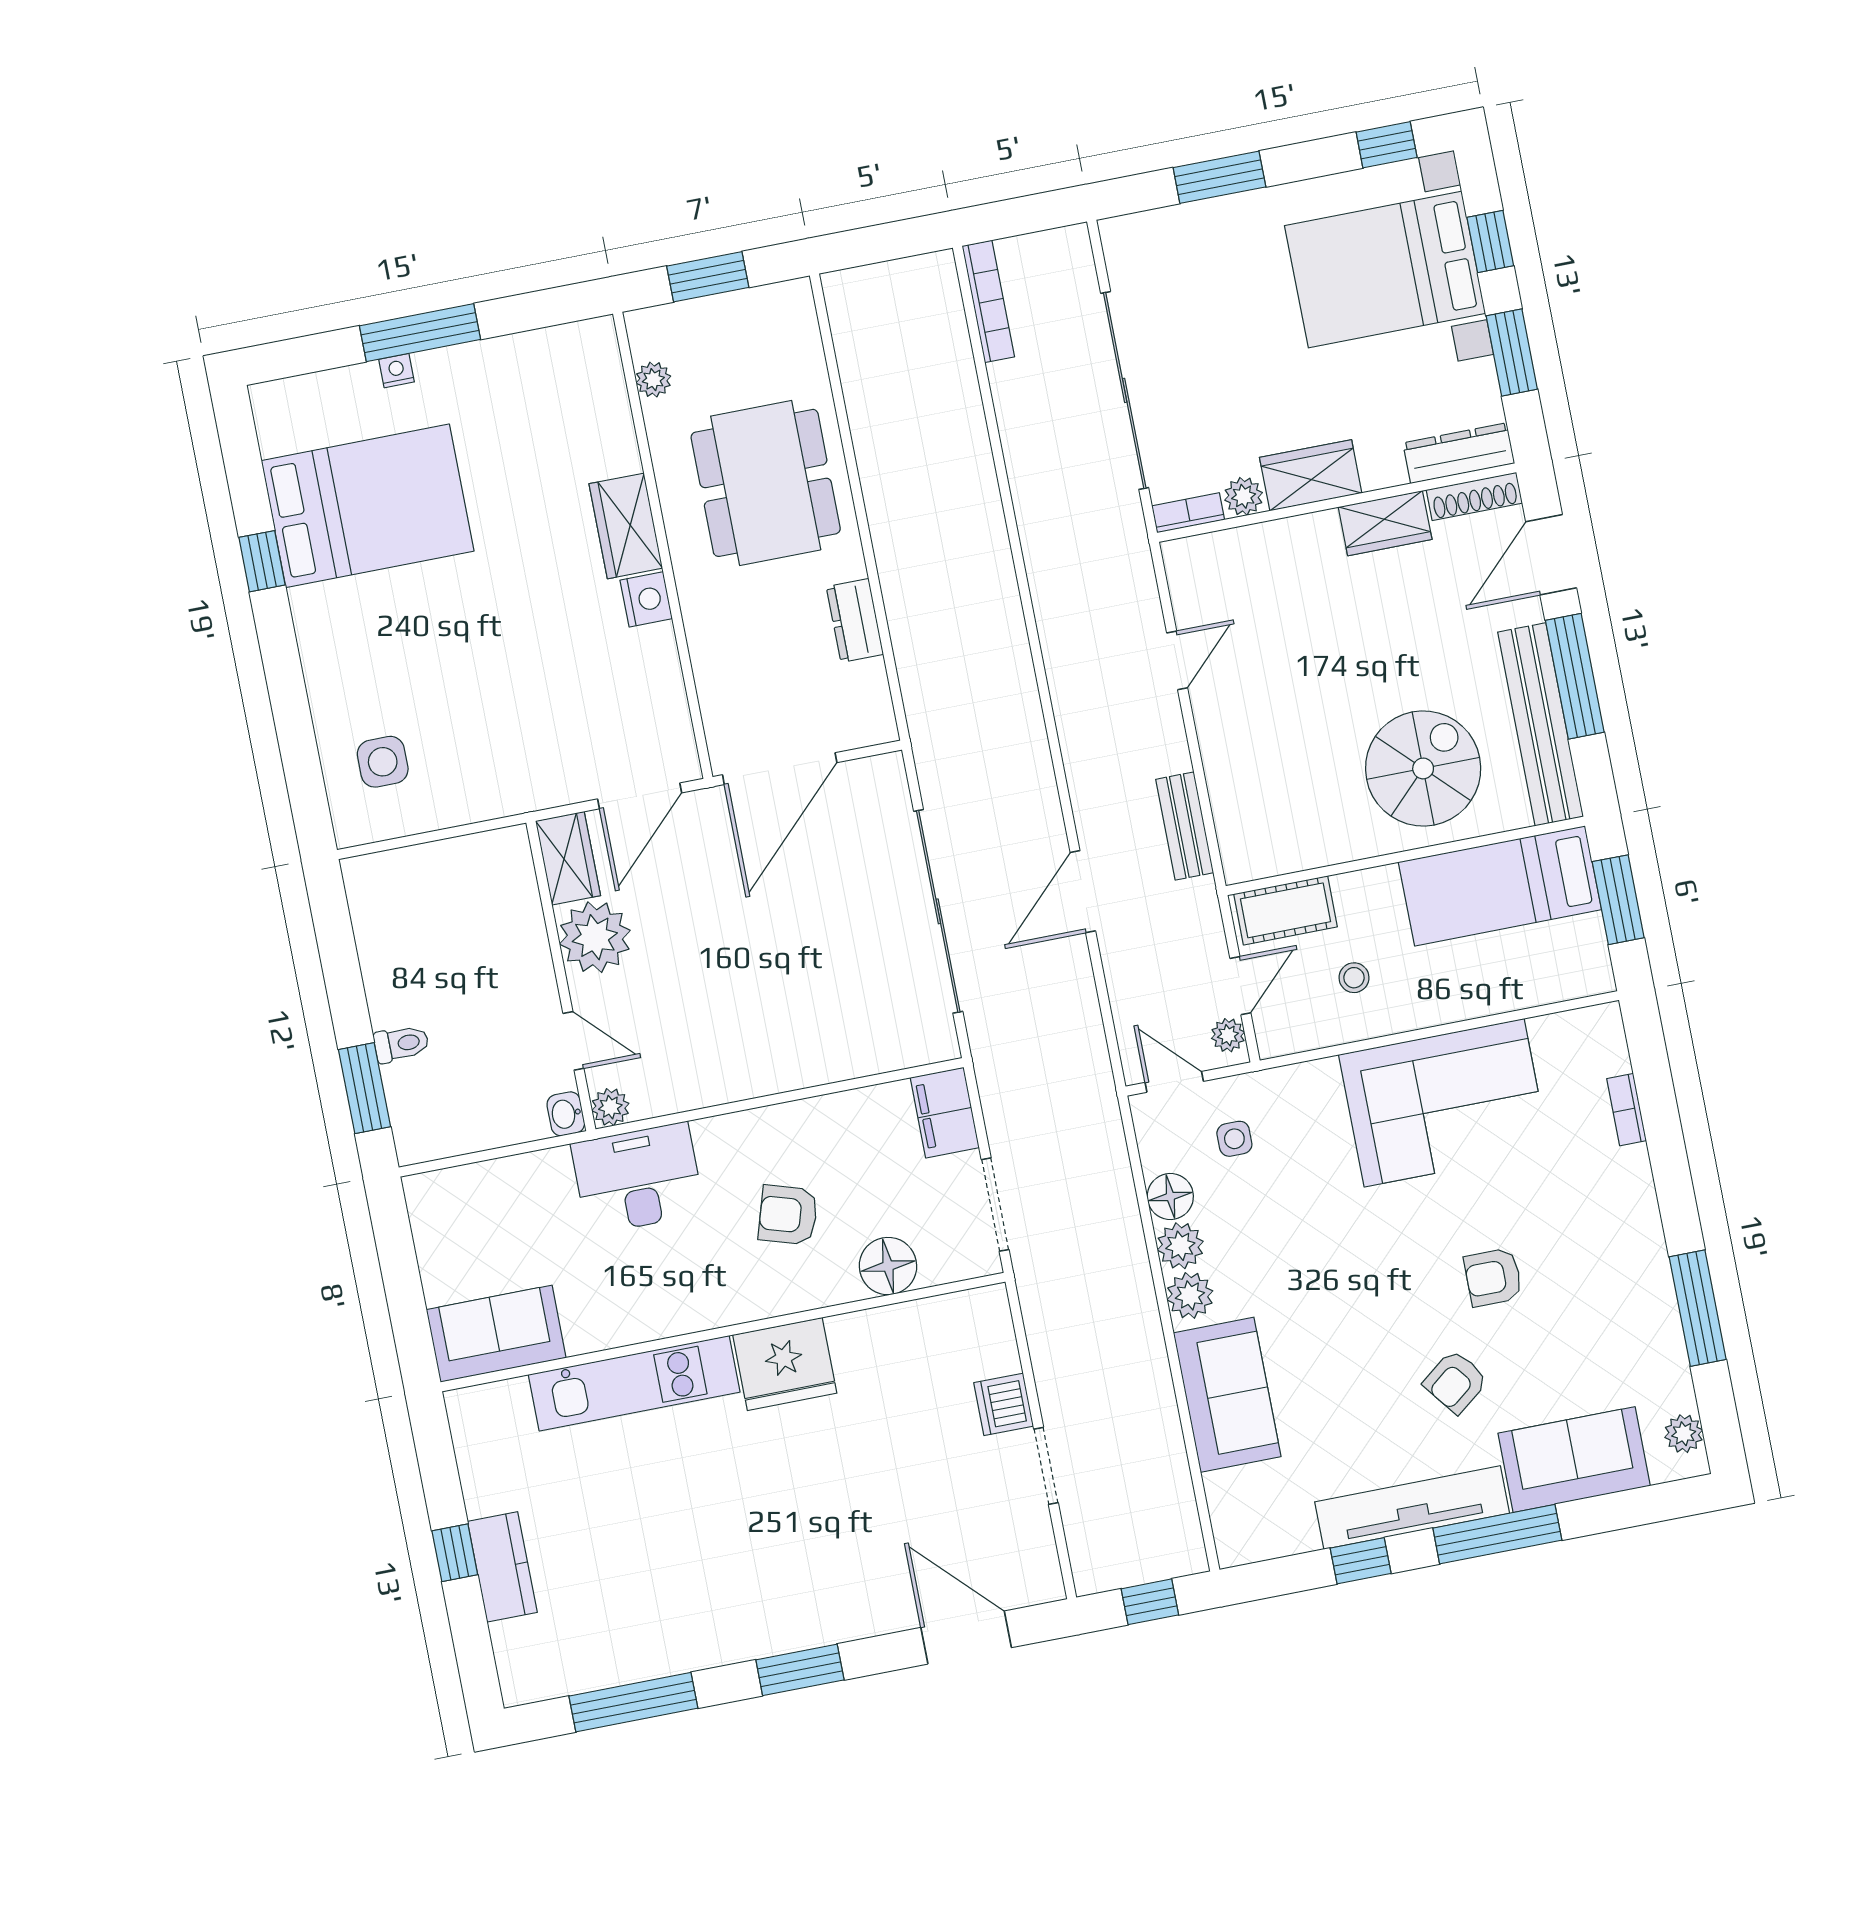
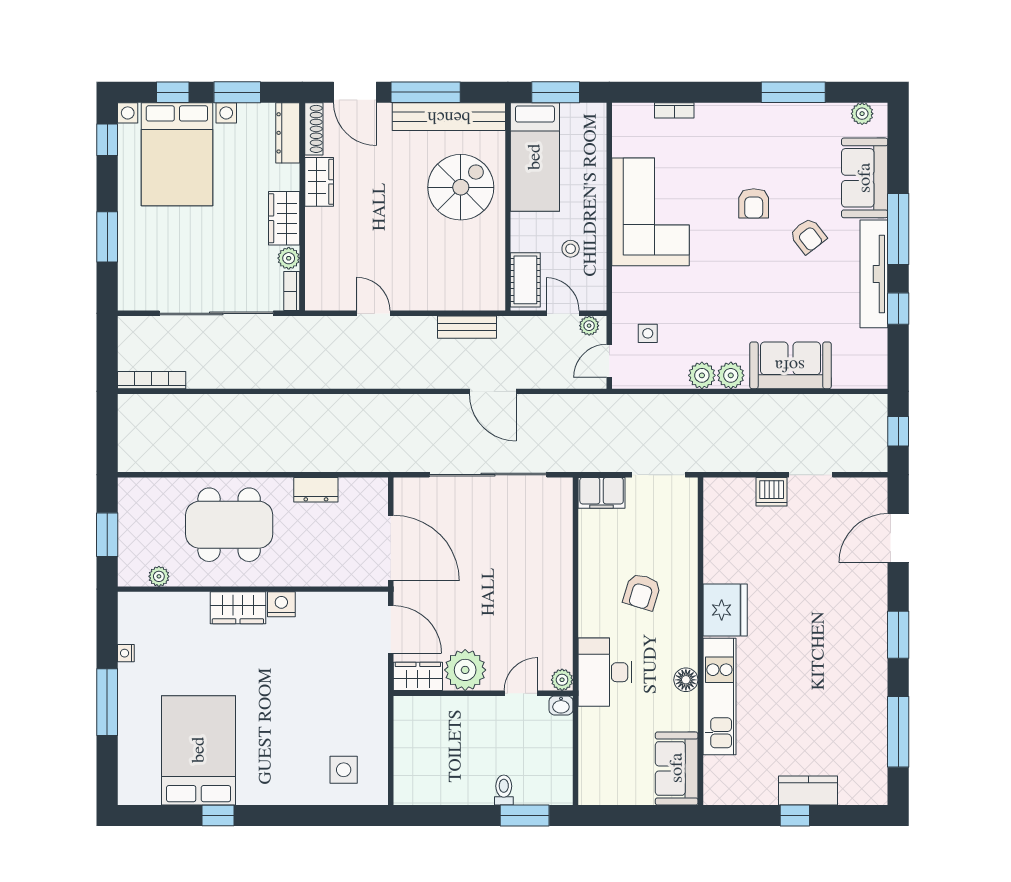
nightstand: (397, 371) -> (126, 653), moved
spiral stairs: (1423, 768) -> (461, 187), turned 90
floor lamp: (1170, 1197) -> (673, 376), removed
floor lamp: (888, 1266) -> (686, 680), moved, width x0.73, depth x0.73

